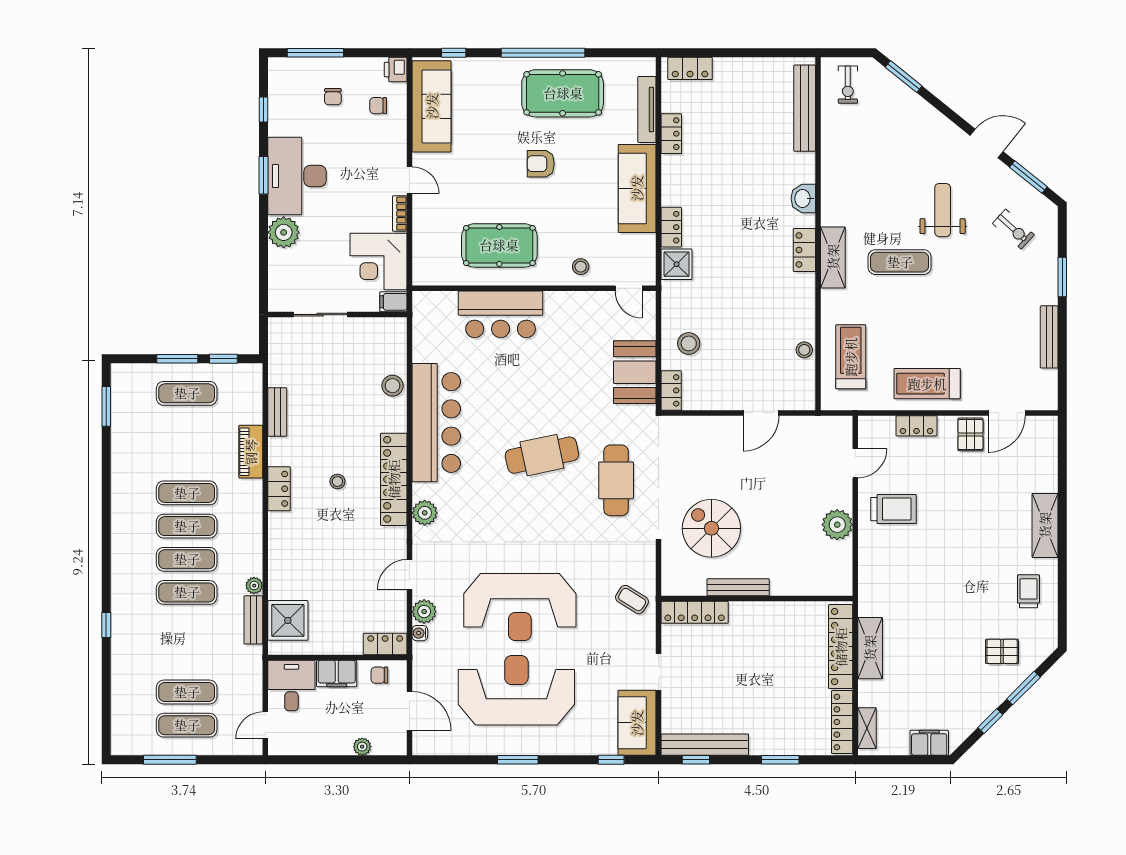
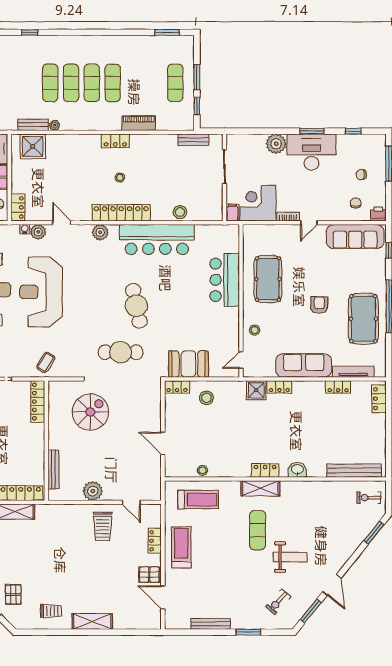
bench: (277, 412) -> (193, 140), moved
bench: (738, 587) -> (53, 469), moved

